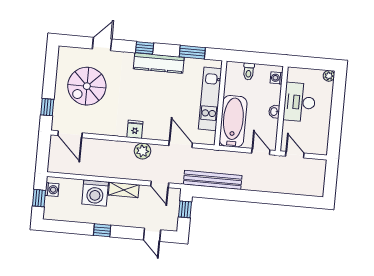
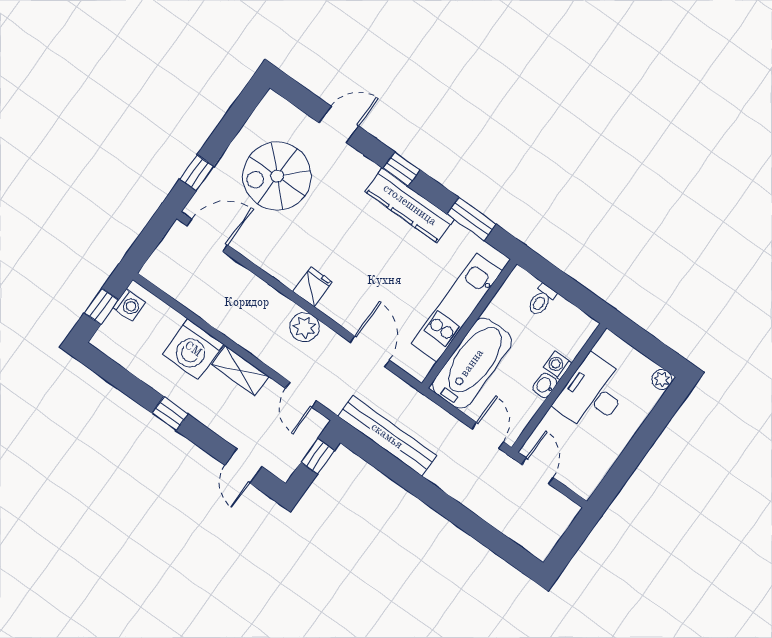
washing machine: (277, 78) -> (557, 365), moved
door: (70, 134) -> (207, 235), swing flipped

